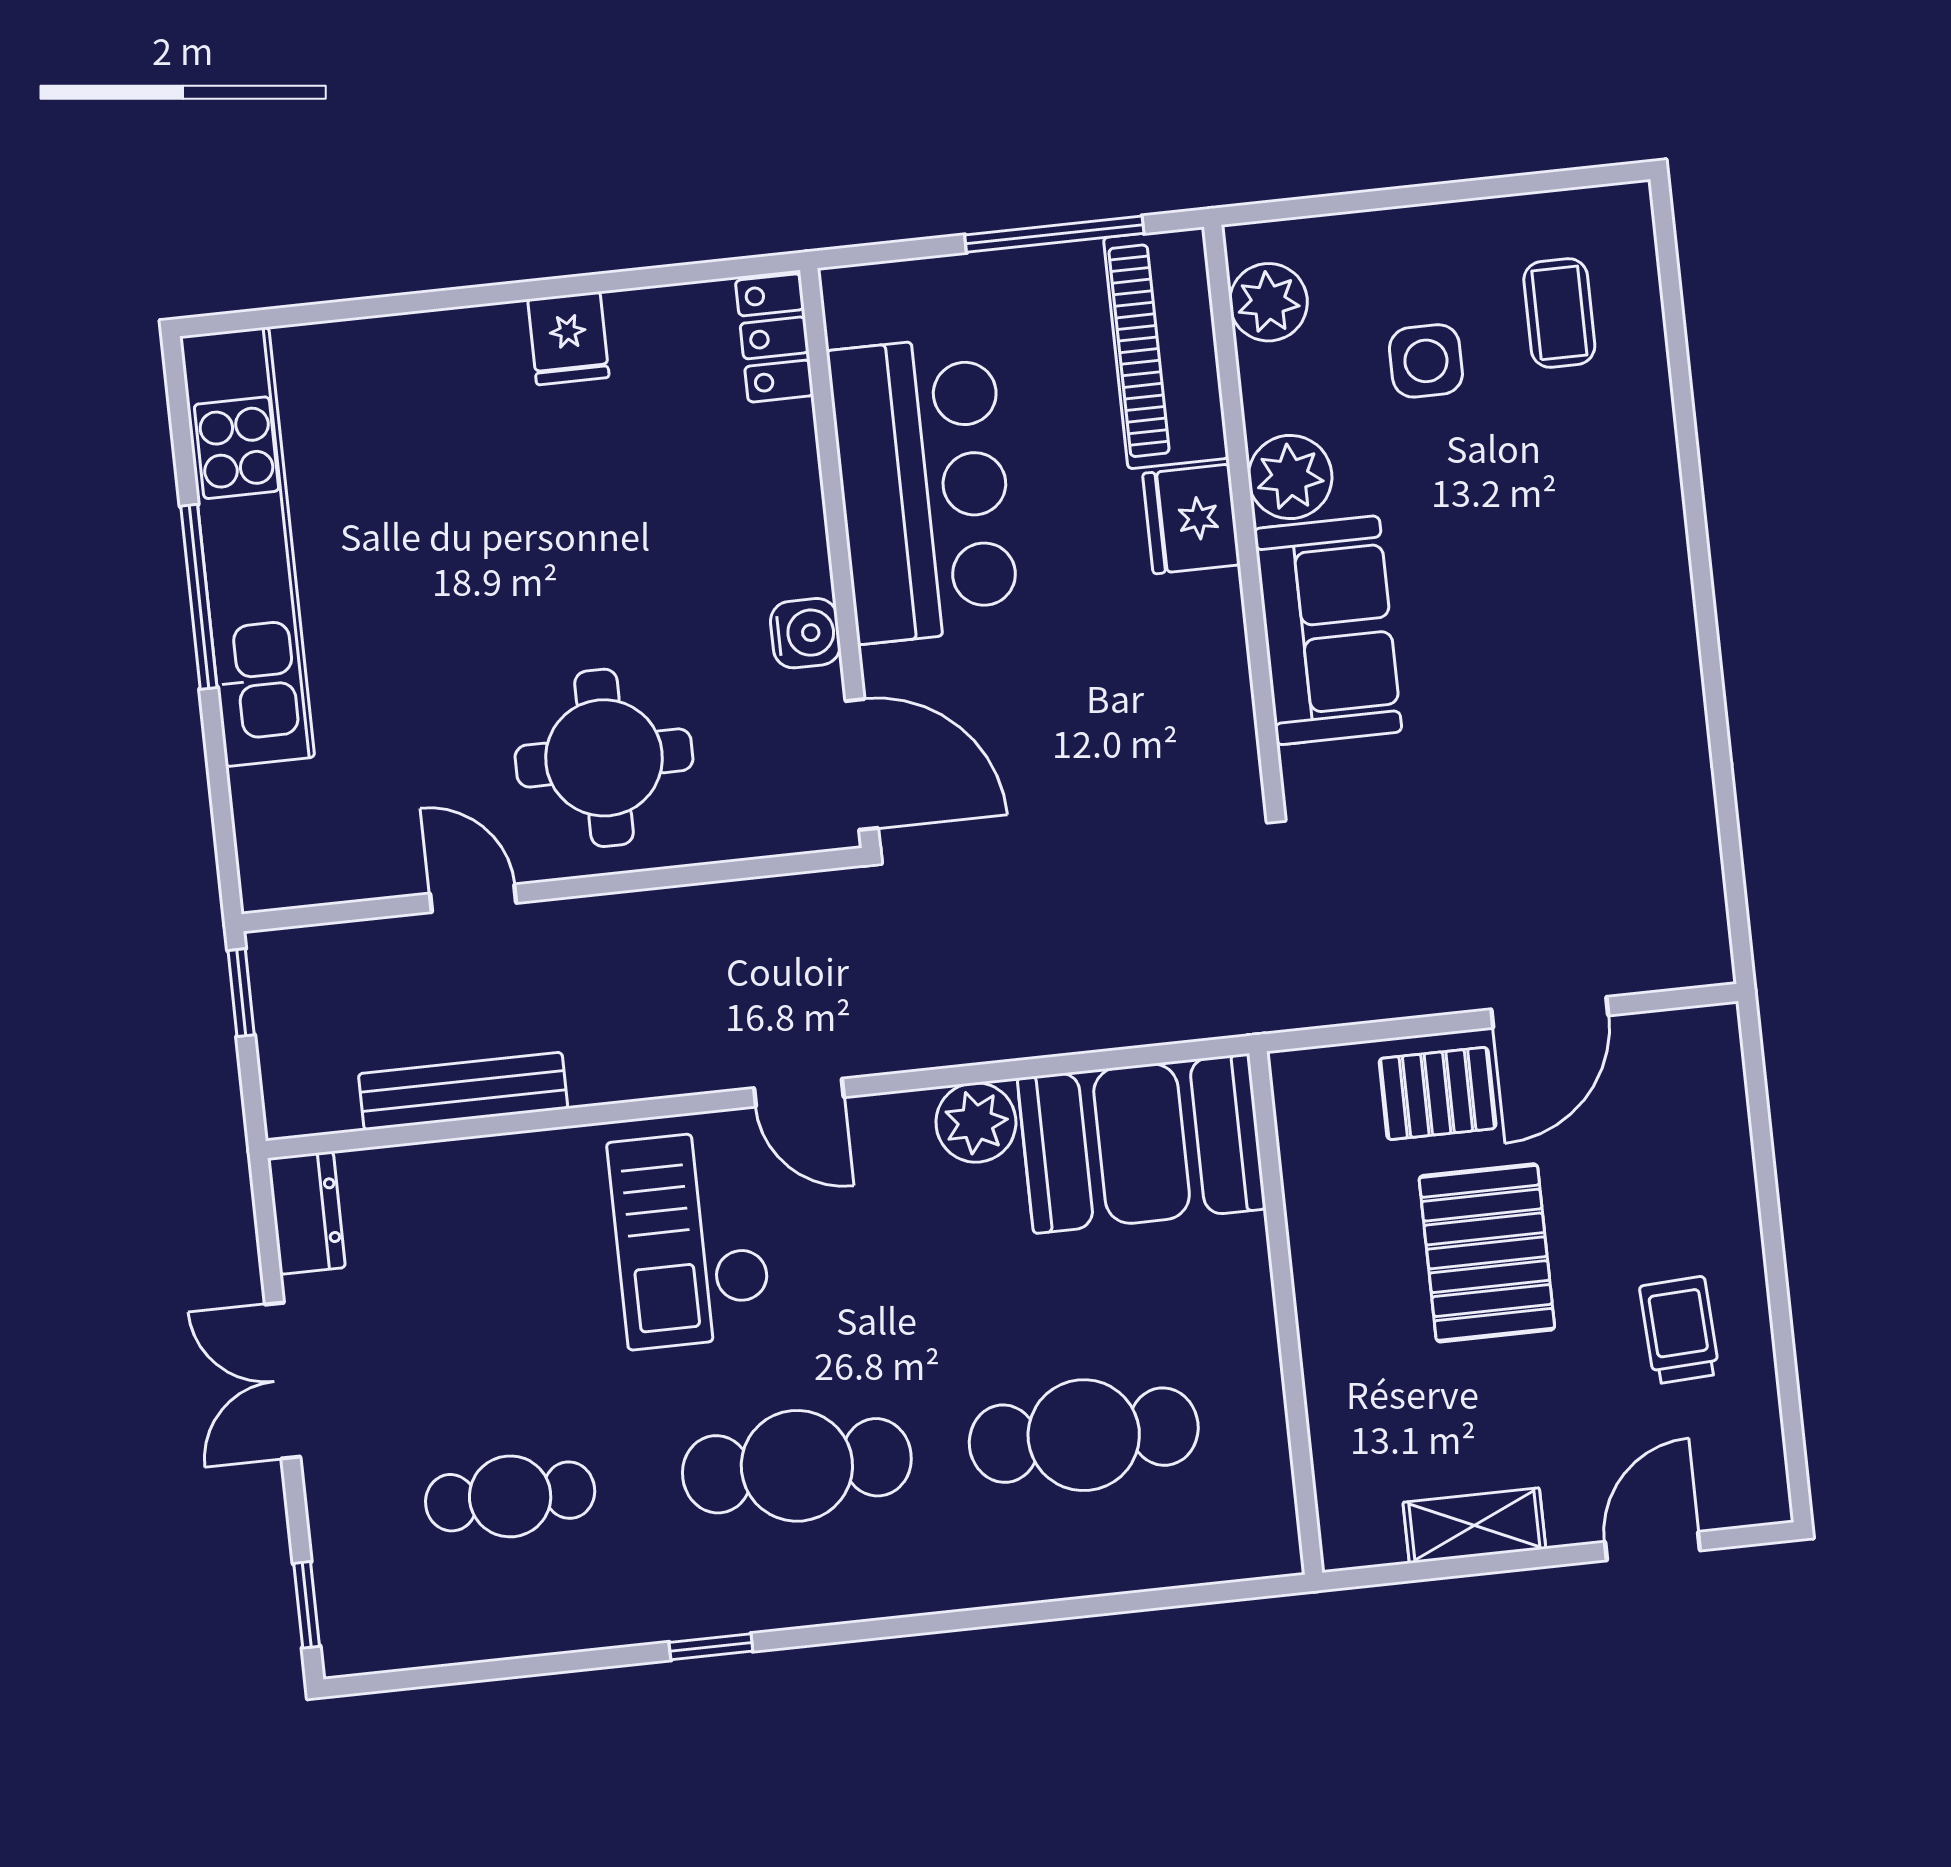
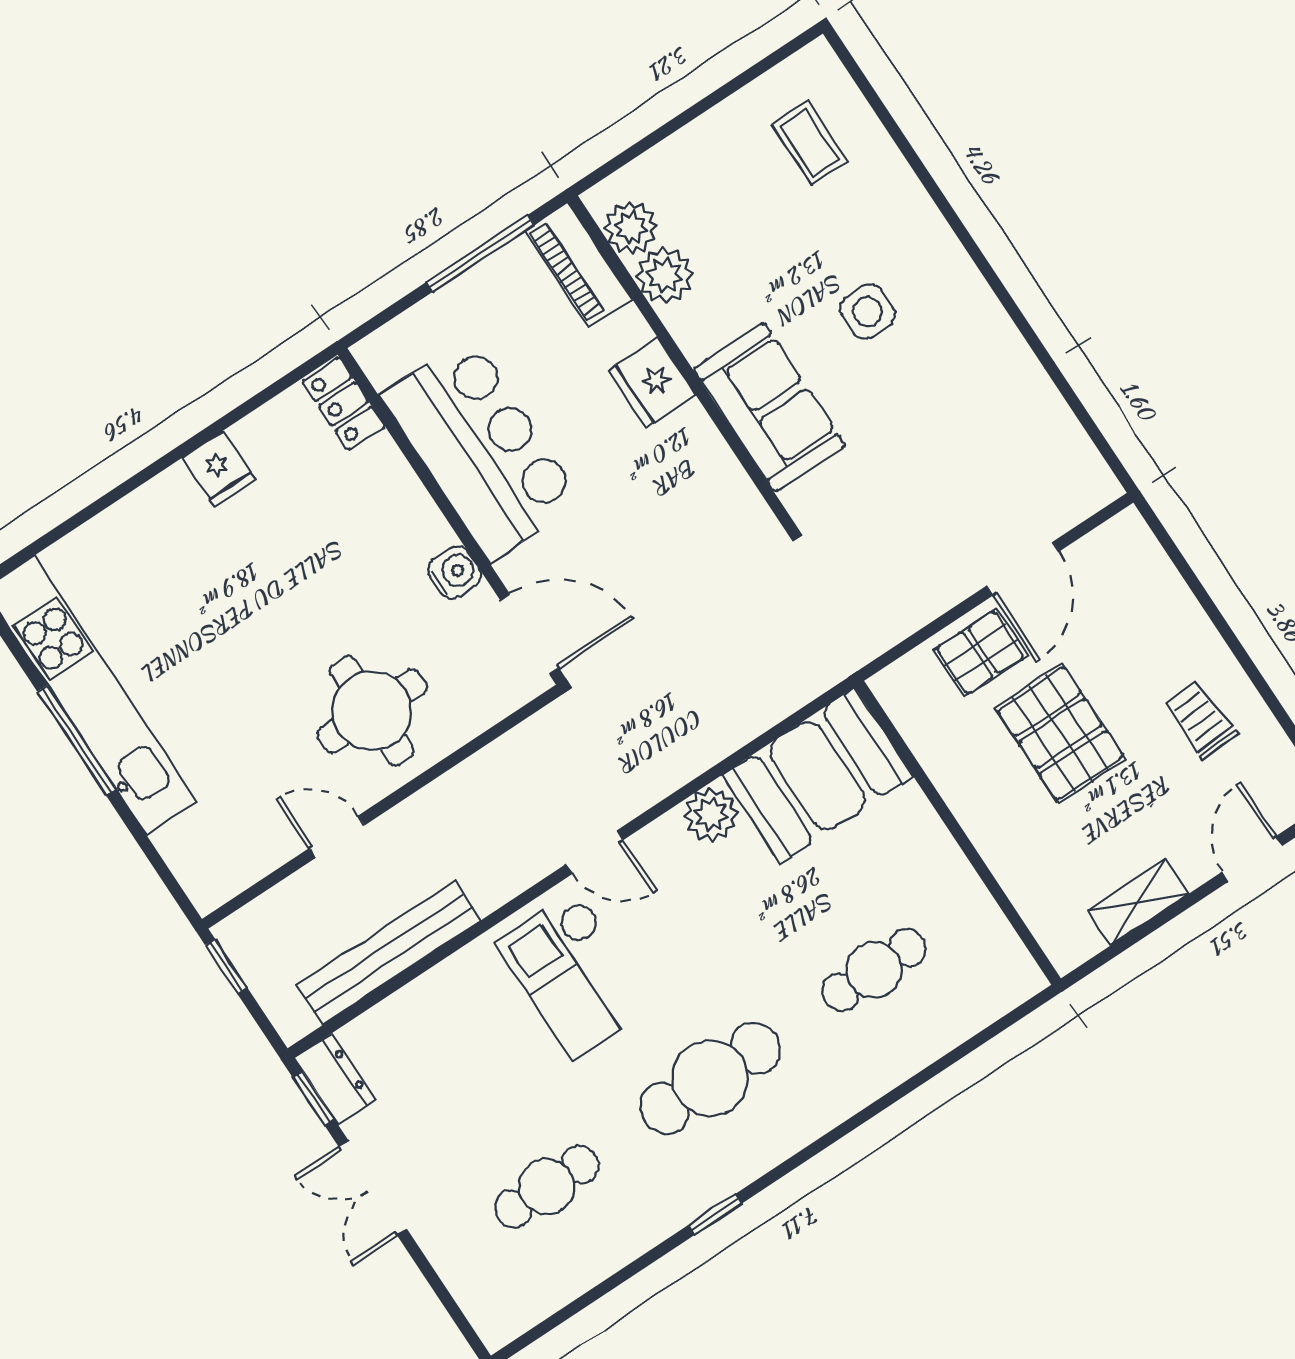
piano: (1166, 348) -> (579, 265), width x0.73, depth x0.75
side table: (1426, 361) -> (867, 311), moved
plant: (1290, 477) -> (665, 275), moved
bench: (463, 1091) -> (389, 953), width x1.37, depth x1.21
cafe table: (1084, 1435) -> (874, 970), width x0.73, depth x0.74
window: (307, 1605) -> (314, 1099), moved

